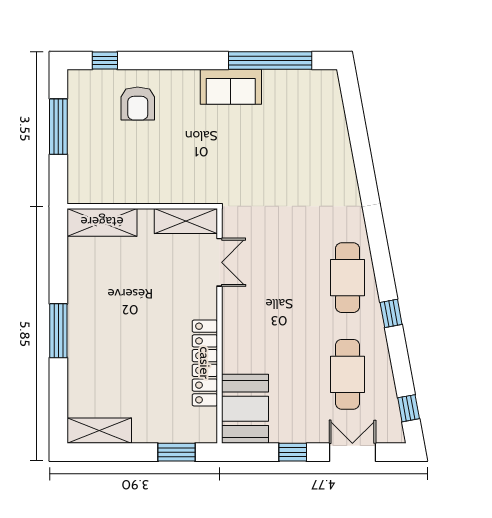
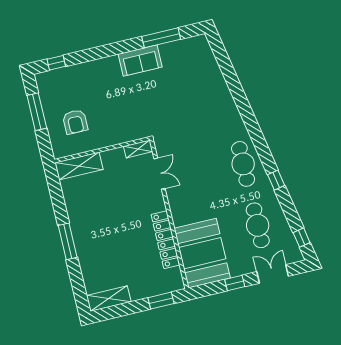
window: (270, 60) -> (161, 38), width x0.68
armchair: (138, 103) -> (75, 122), moved
shelving: (186, 221) -> (138, 149), width x0.67, depth x0.75
booth: (245, 409) -> (202, 253), width x1.36, depth x1.42

